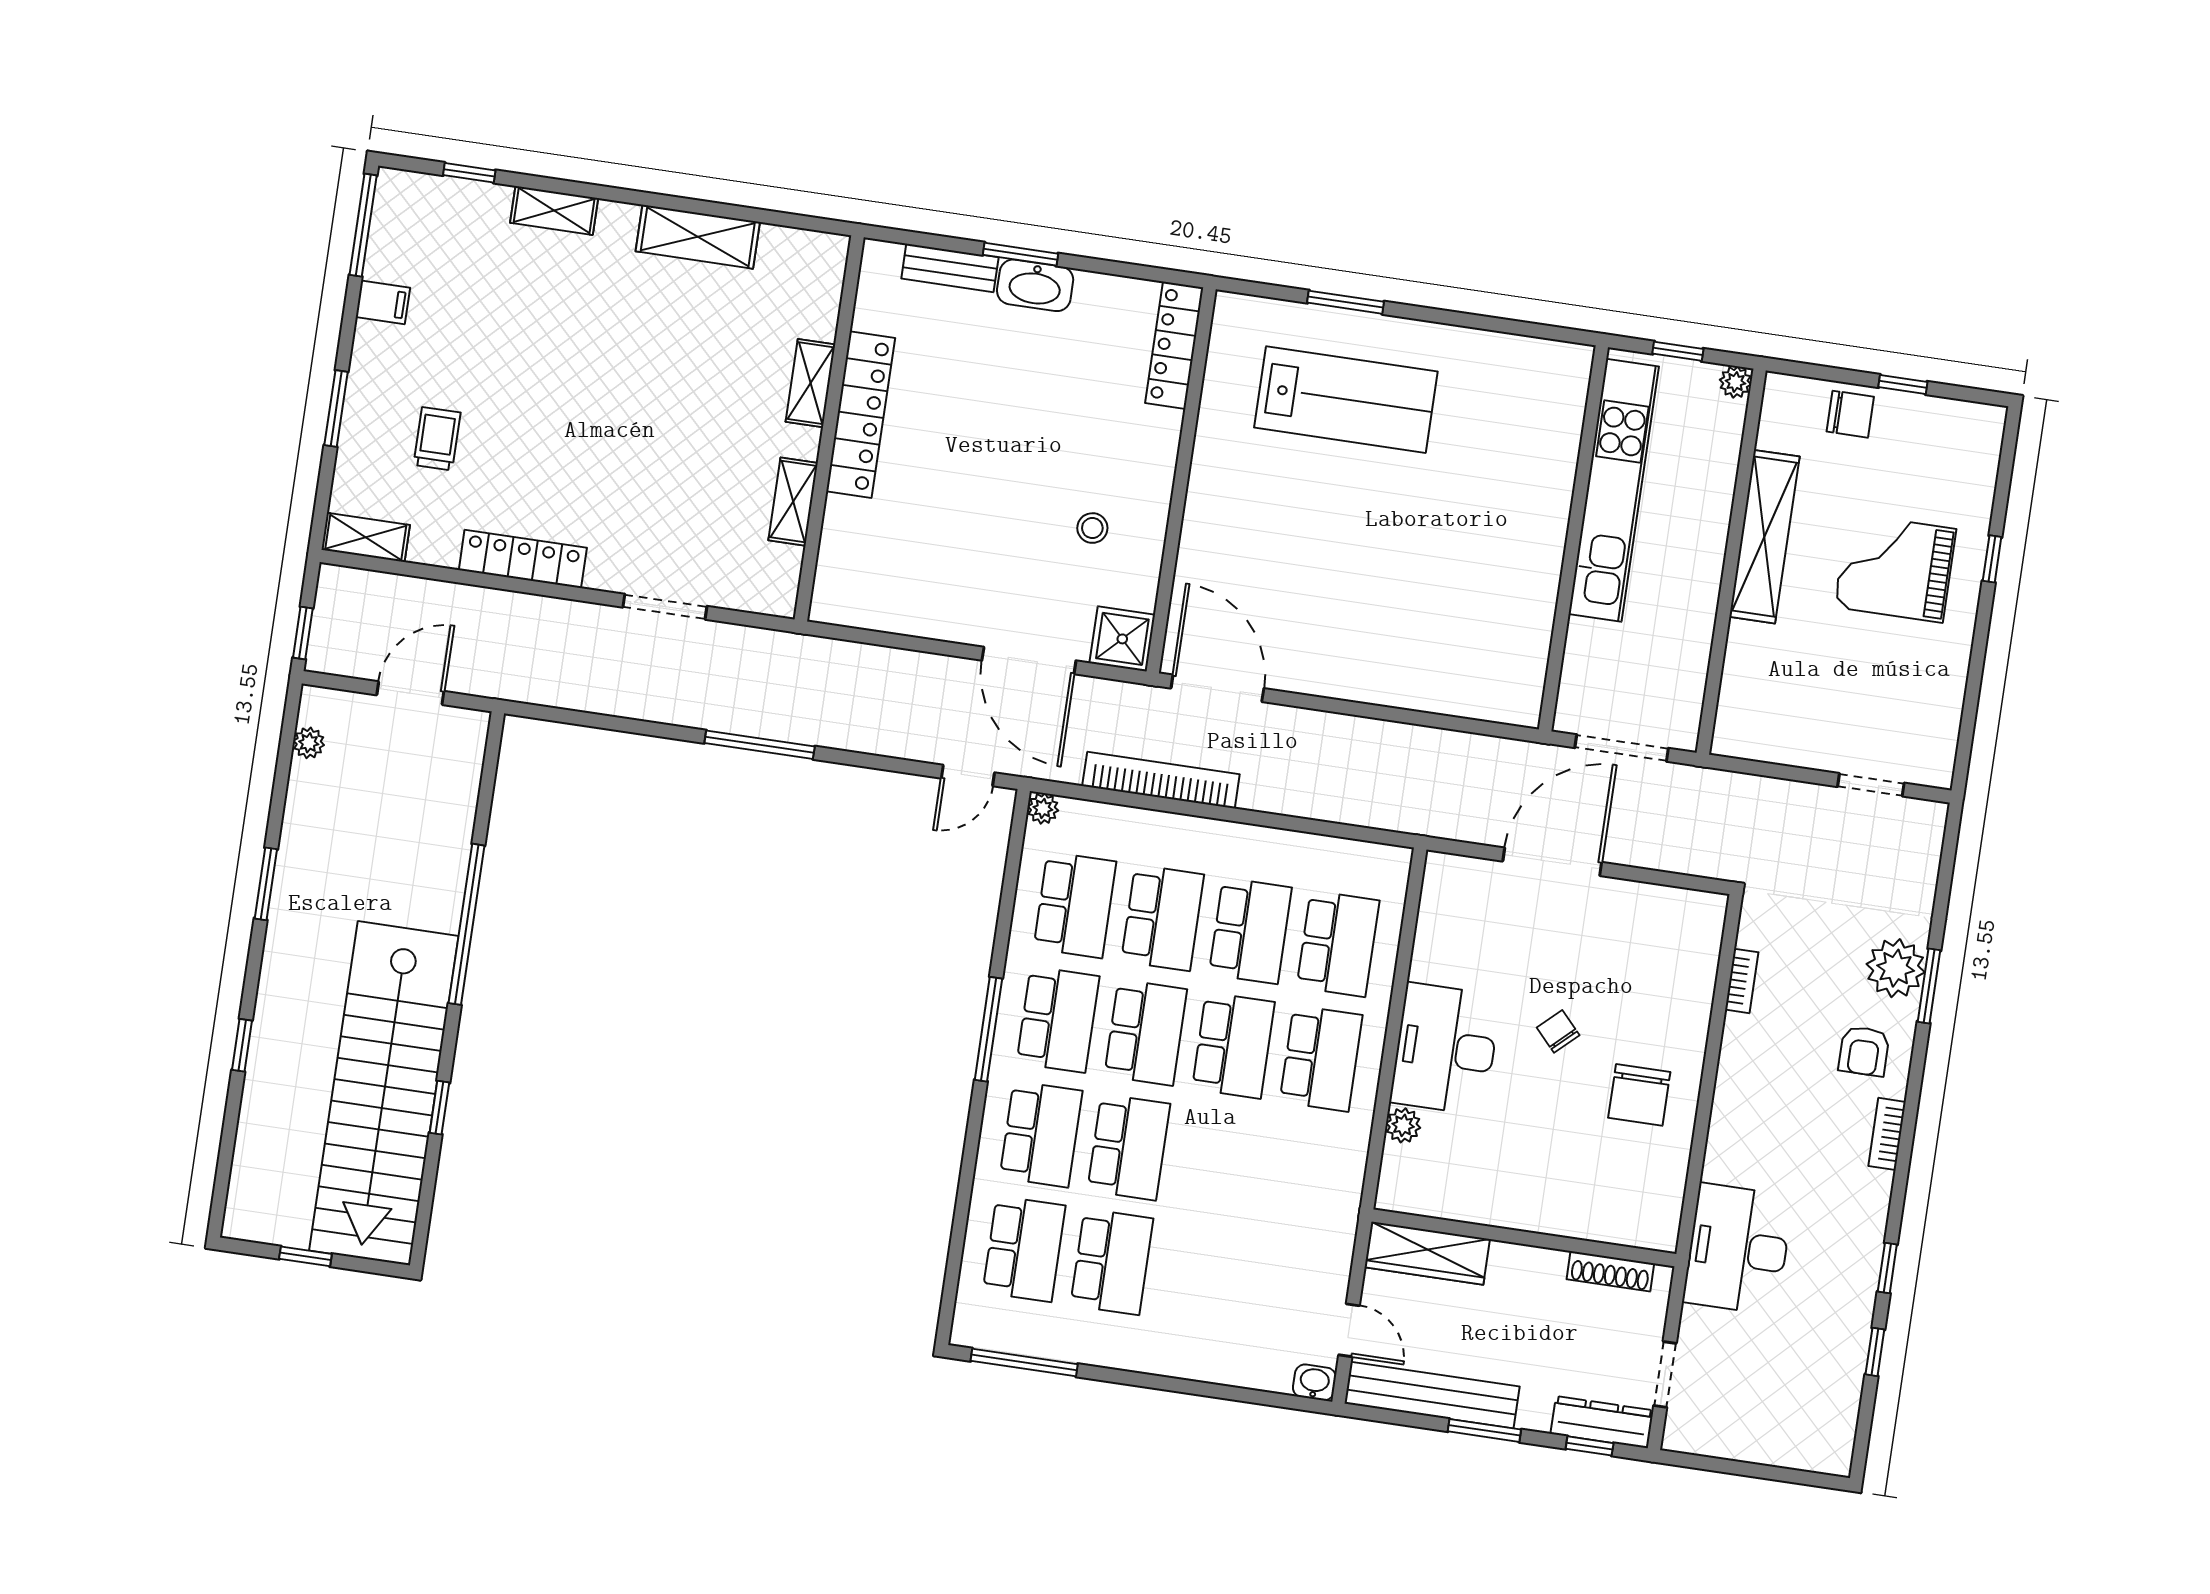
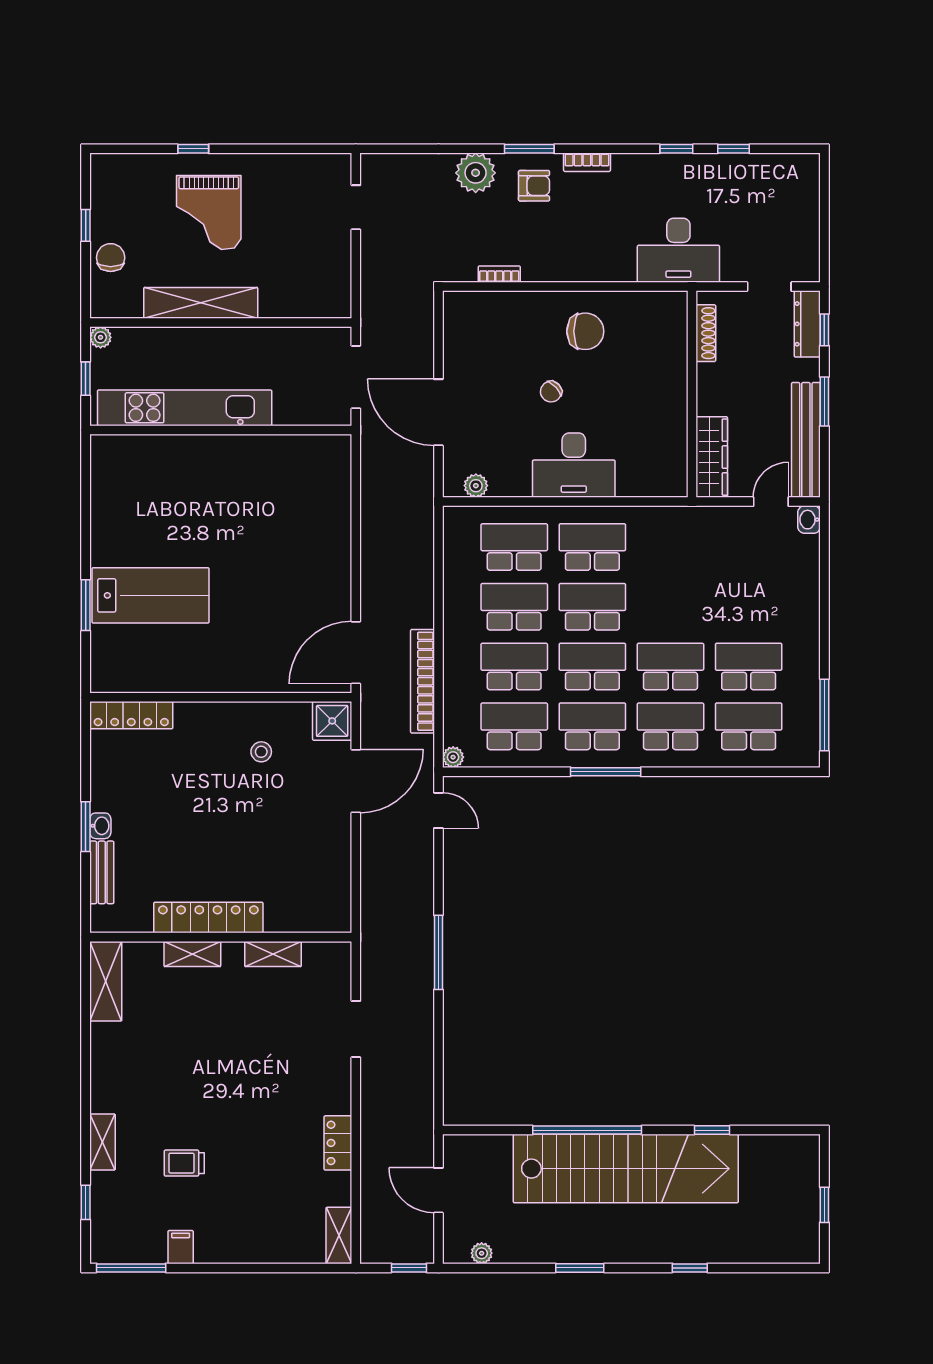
shelving: (698, 237) -> (106, 981), moved
washbasin: (1035, 285) -> (100, 826), width x0.52, depth x0.69
lab bench: (1346, 400) -> (151, 595), turned 90
window: (336, 408) -> (256, 1268), removed
trolley: (437, 439) -> (184, 1163), moved
locker: (523, 559) -> (338, 1143), width x0.66
window: (1929, 986) -> (529, 149), moved
stairs: (384, 1093) -> (626, 1169), moved
plant: (1403, 1125) -> (476, 486), moved

